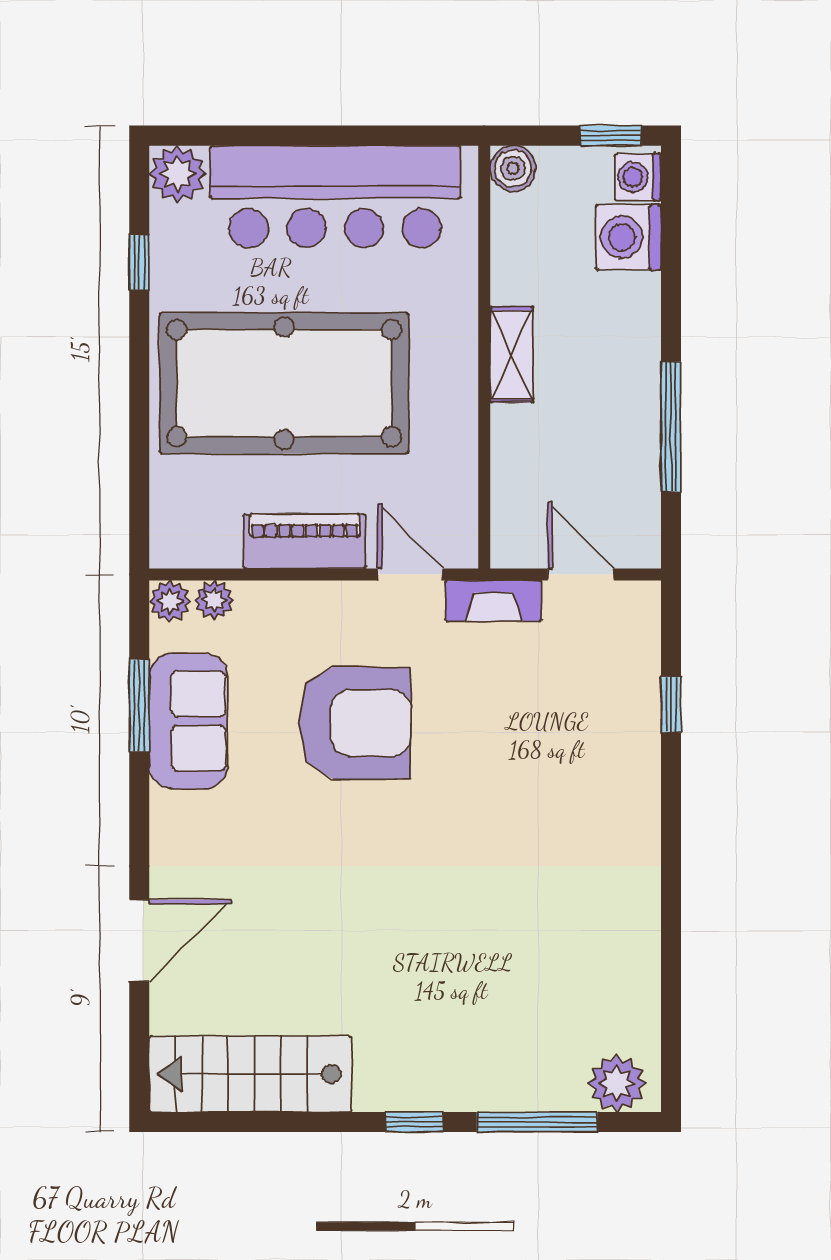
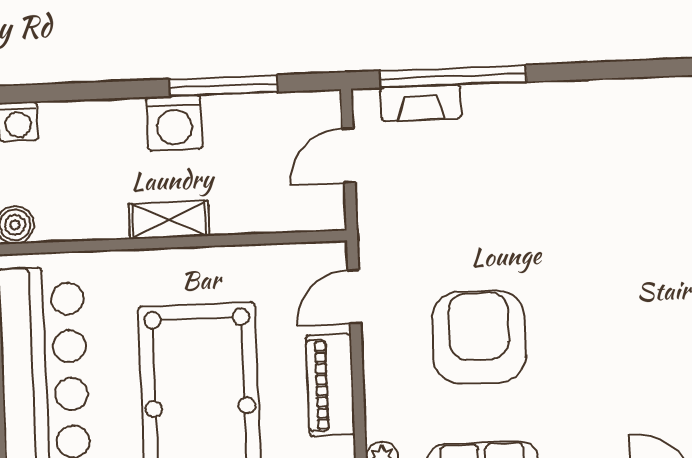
washing machine: (628, 237) -> (174, 123), moved
fireplace: (493, 601) -> (421, 103), moved, turned 90
window: (671, 705) -> (453, 76), width x3.17

